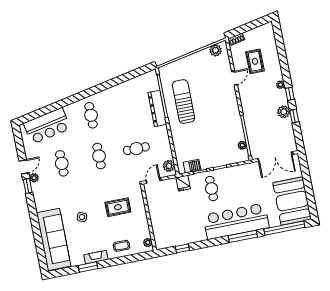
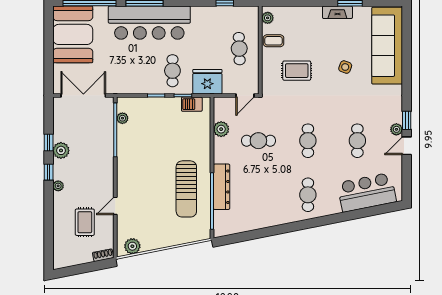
plant: (169, 166) -> (221, 129), moved
fridge: (183, 183) -> (207, 82), width x1.88, depth x1.34
cafe table: (165, 215) -> (239, 49), added
coffee table: (121, 246) -> (274, 41), moved

